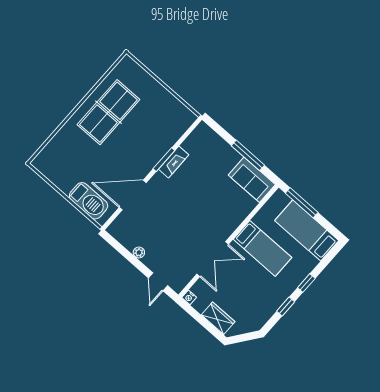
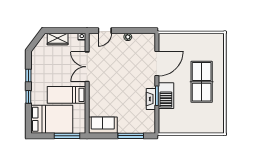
table tennis table: (108, 112) -> (202, 82), moved
window: (248, 155) -> (131, 136), moved
barbecue: (89, 201) -> (166, 96), moved, turned -90
bed: (307, 231) -> (52, 119), width x1.50
door: (158, 282) -> (105, 31), swing flipped

